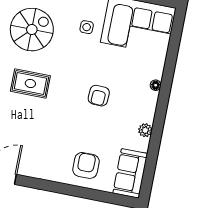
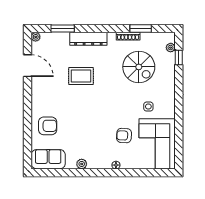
rug: (30, 83) -> (81, 76), moved, turned 90
armchair: (99, 96) -> (124, 136), moved

